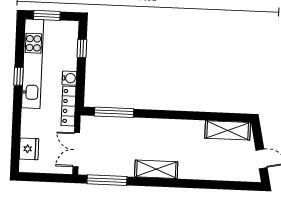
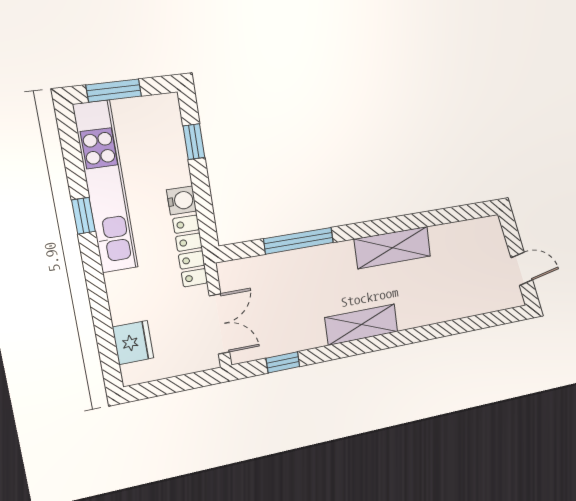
window: (114, 112) -> (299, 241), moved
shelving: (228, 130) -> (393, 248), moved
double door: (76, 150) -> (220, 324), swing flipped
window: (107, 180) -> (283, 362), width x0.46

